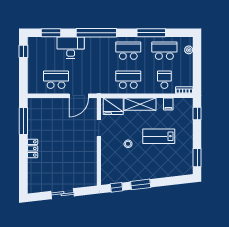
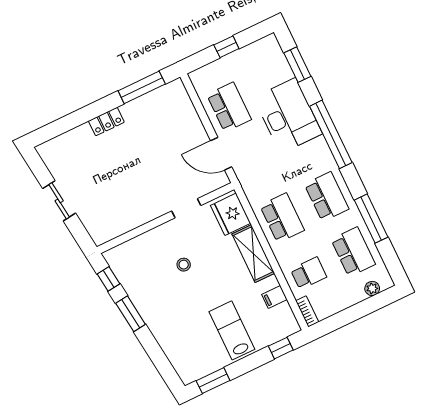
desk: (71, 47) -> (288, 116), width x1.36, depth x1.30
window: (23, 51) -> (226, 47), moved
lab bench: (159, 136) -> (232, 330), moved

